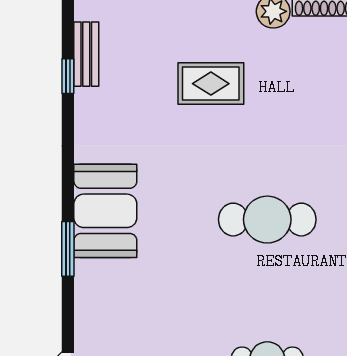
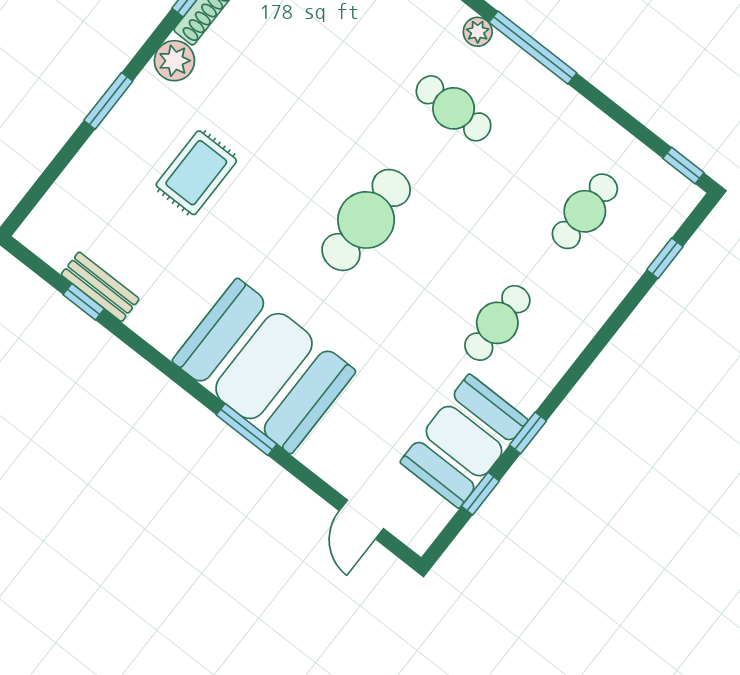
bench: (86, 54) -> (100, 287), moved
booth: (105, 211) -> (264, 366), width x1.36, depth x1.42

